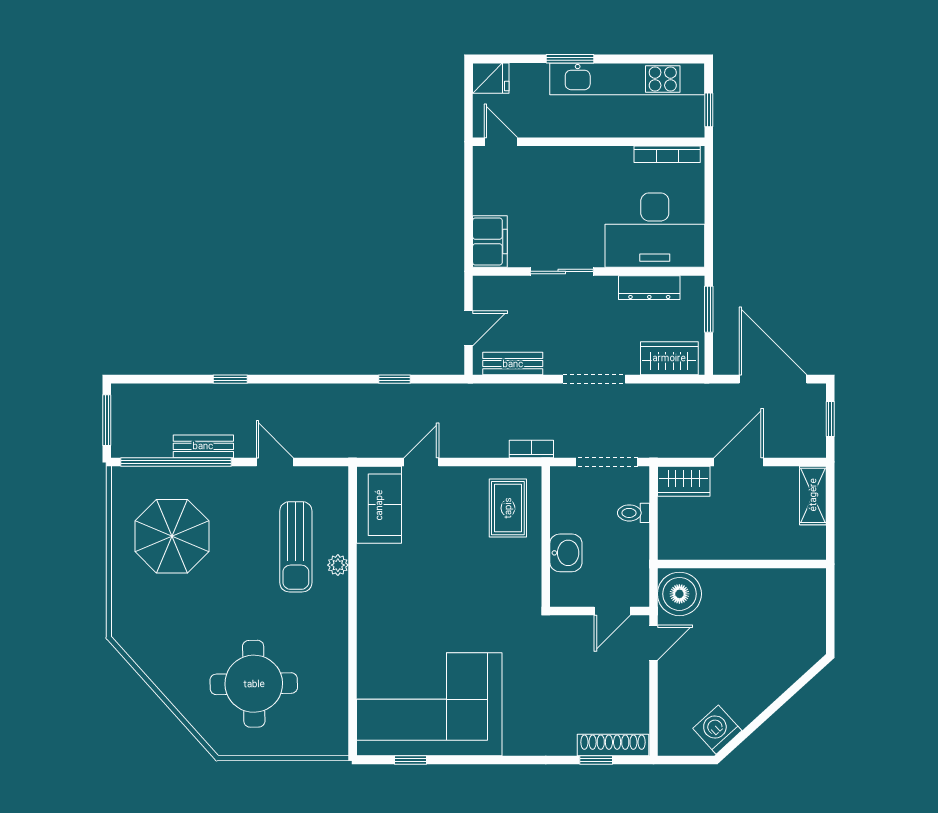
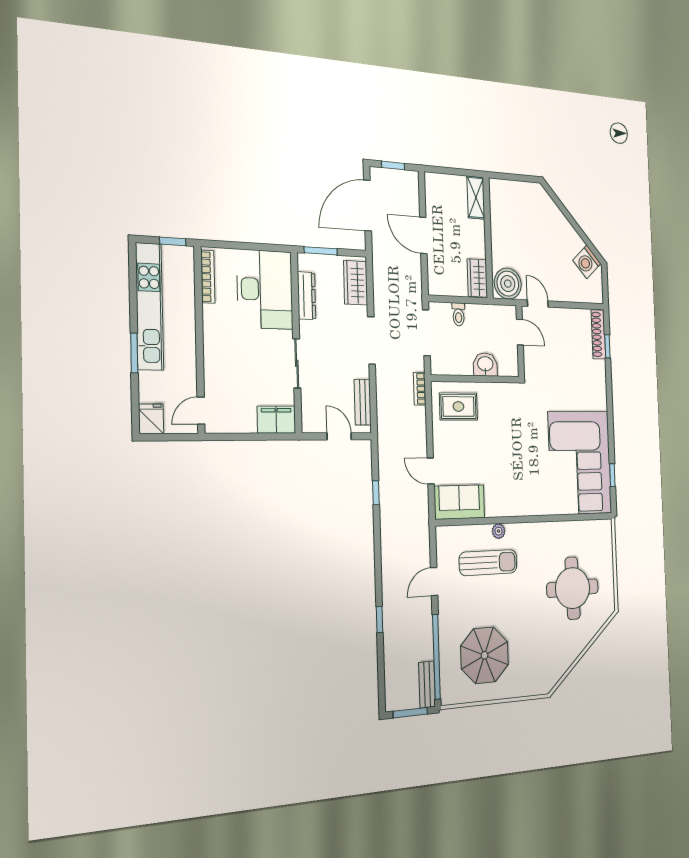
bench: (203, 446) -> (427, 685), moved
wardrobe: (684, 481) -> (477, 278), moved, turned 180
shelving: (813, 495) -> (476, 198), moved, turned 90

